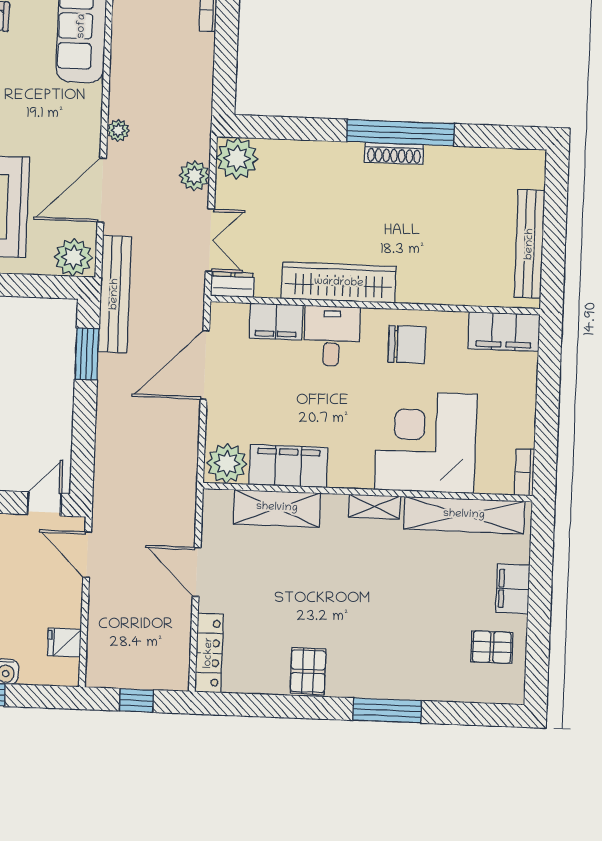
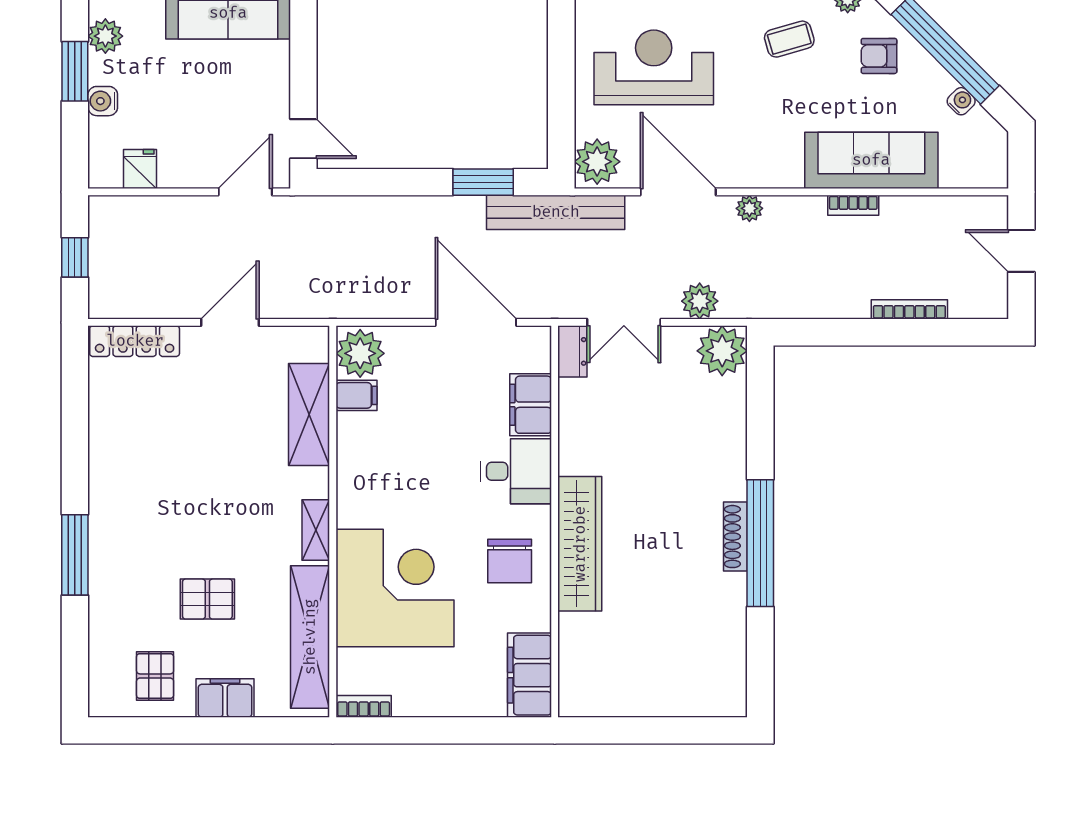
bookcase: (119, 43) -> (853, 205), added
bench: (530, 244) -> (635, 701), removed
wardrobe: (339, 283) -> (580, 544), moved
filing cabinet: (288, 466) -> (356, 395), width x0.33, depth x0.86
pallet: (308, 671) -> (207, 599), moved

